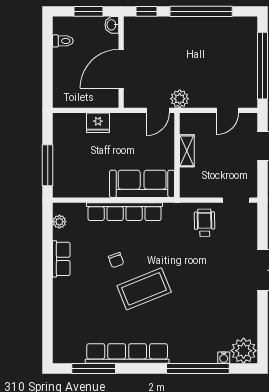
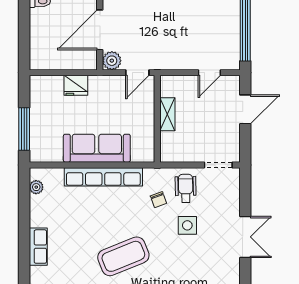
plant: (180, 99) -> (112, 61), moved
sofa: (142, 184) -> (97, 148), moved
row of seats: (61, 259) -> (38, 247), moved
side table: (206, 259) -> (187, 225), added
chair: (116, 260) -> (158, 200), moved

